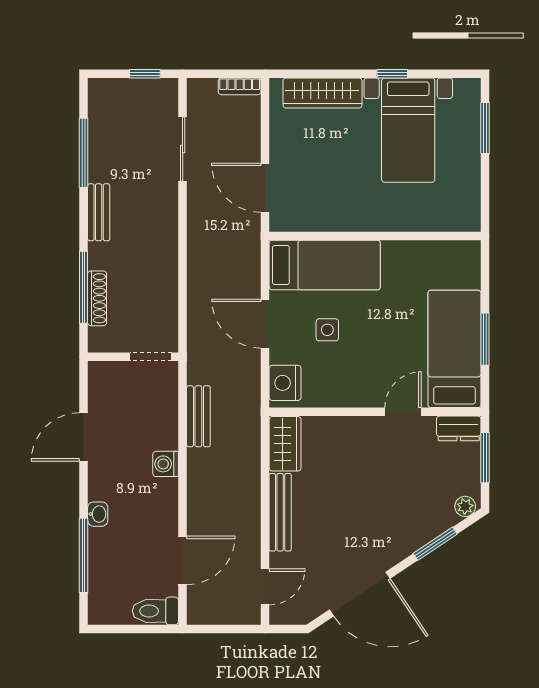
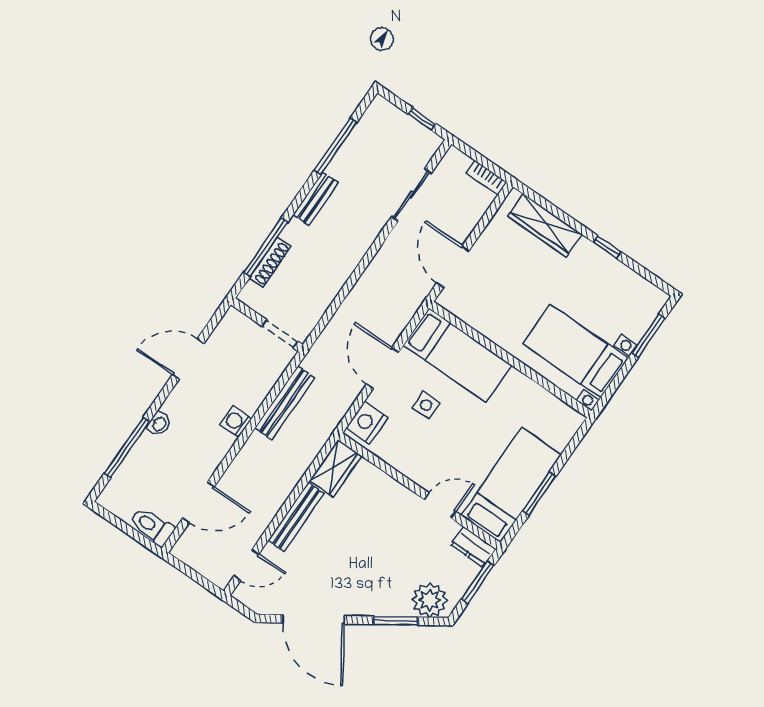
bed with nightstands: (408, 130) -> (575, 351), moved, turned 90
bench: (198, 416) -> (285, 403), width x1.36
plant: (465, 506) -> (430, 600), width x1.88, depth x1.88

